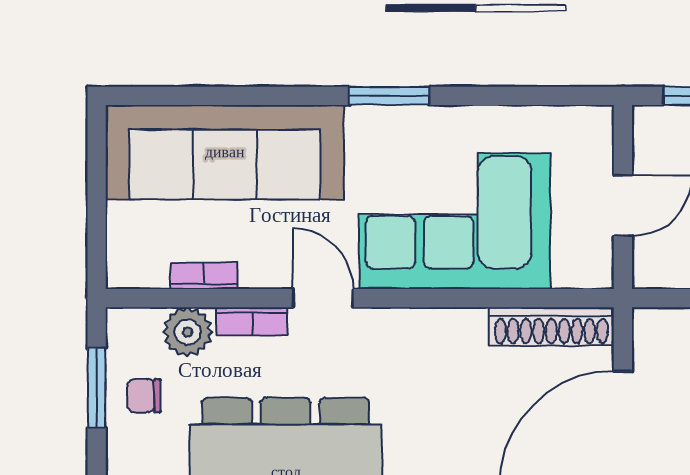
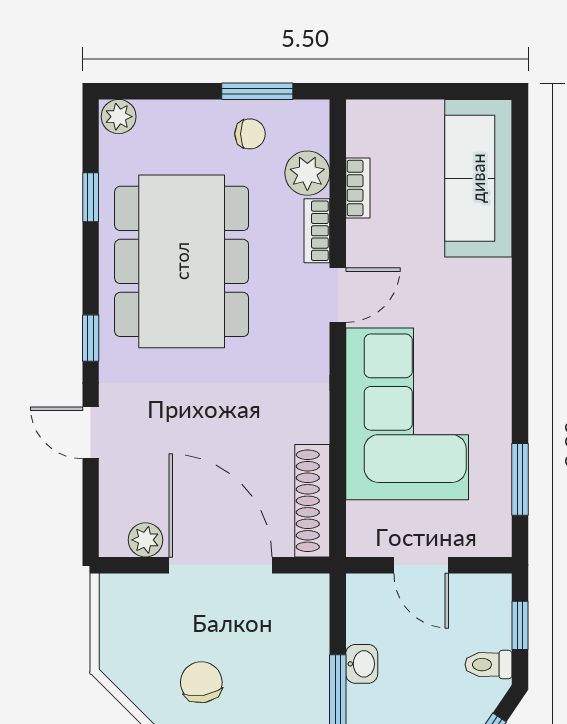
window: (389, 96) -> (520, 479), moved
sofa: (225, 152) -> (478, 178), width x0.74, depth x0.79
chair: (144, 396) -> (250, 134), turned 90

